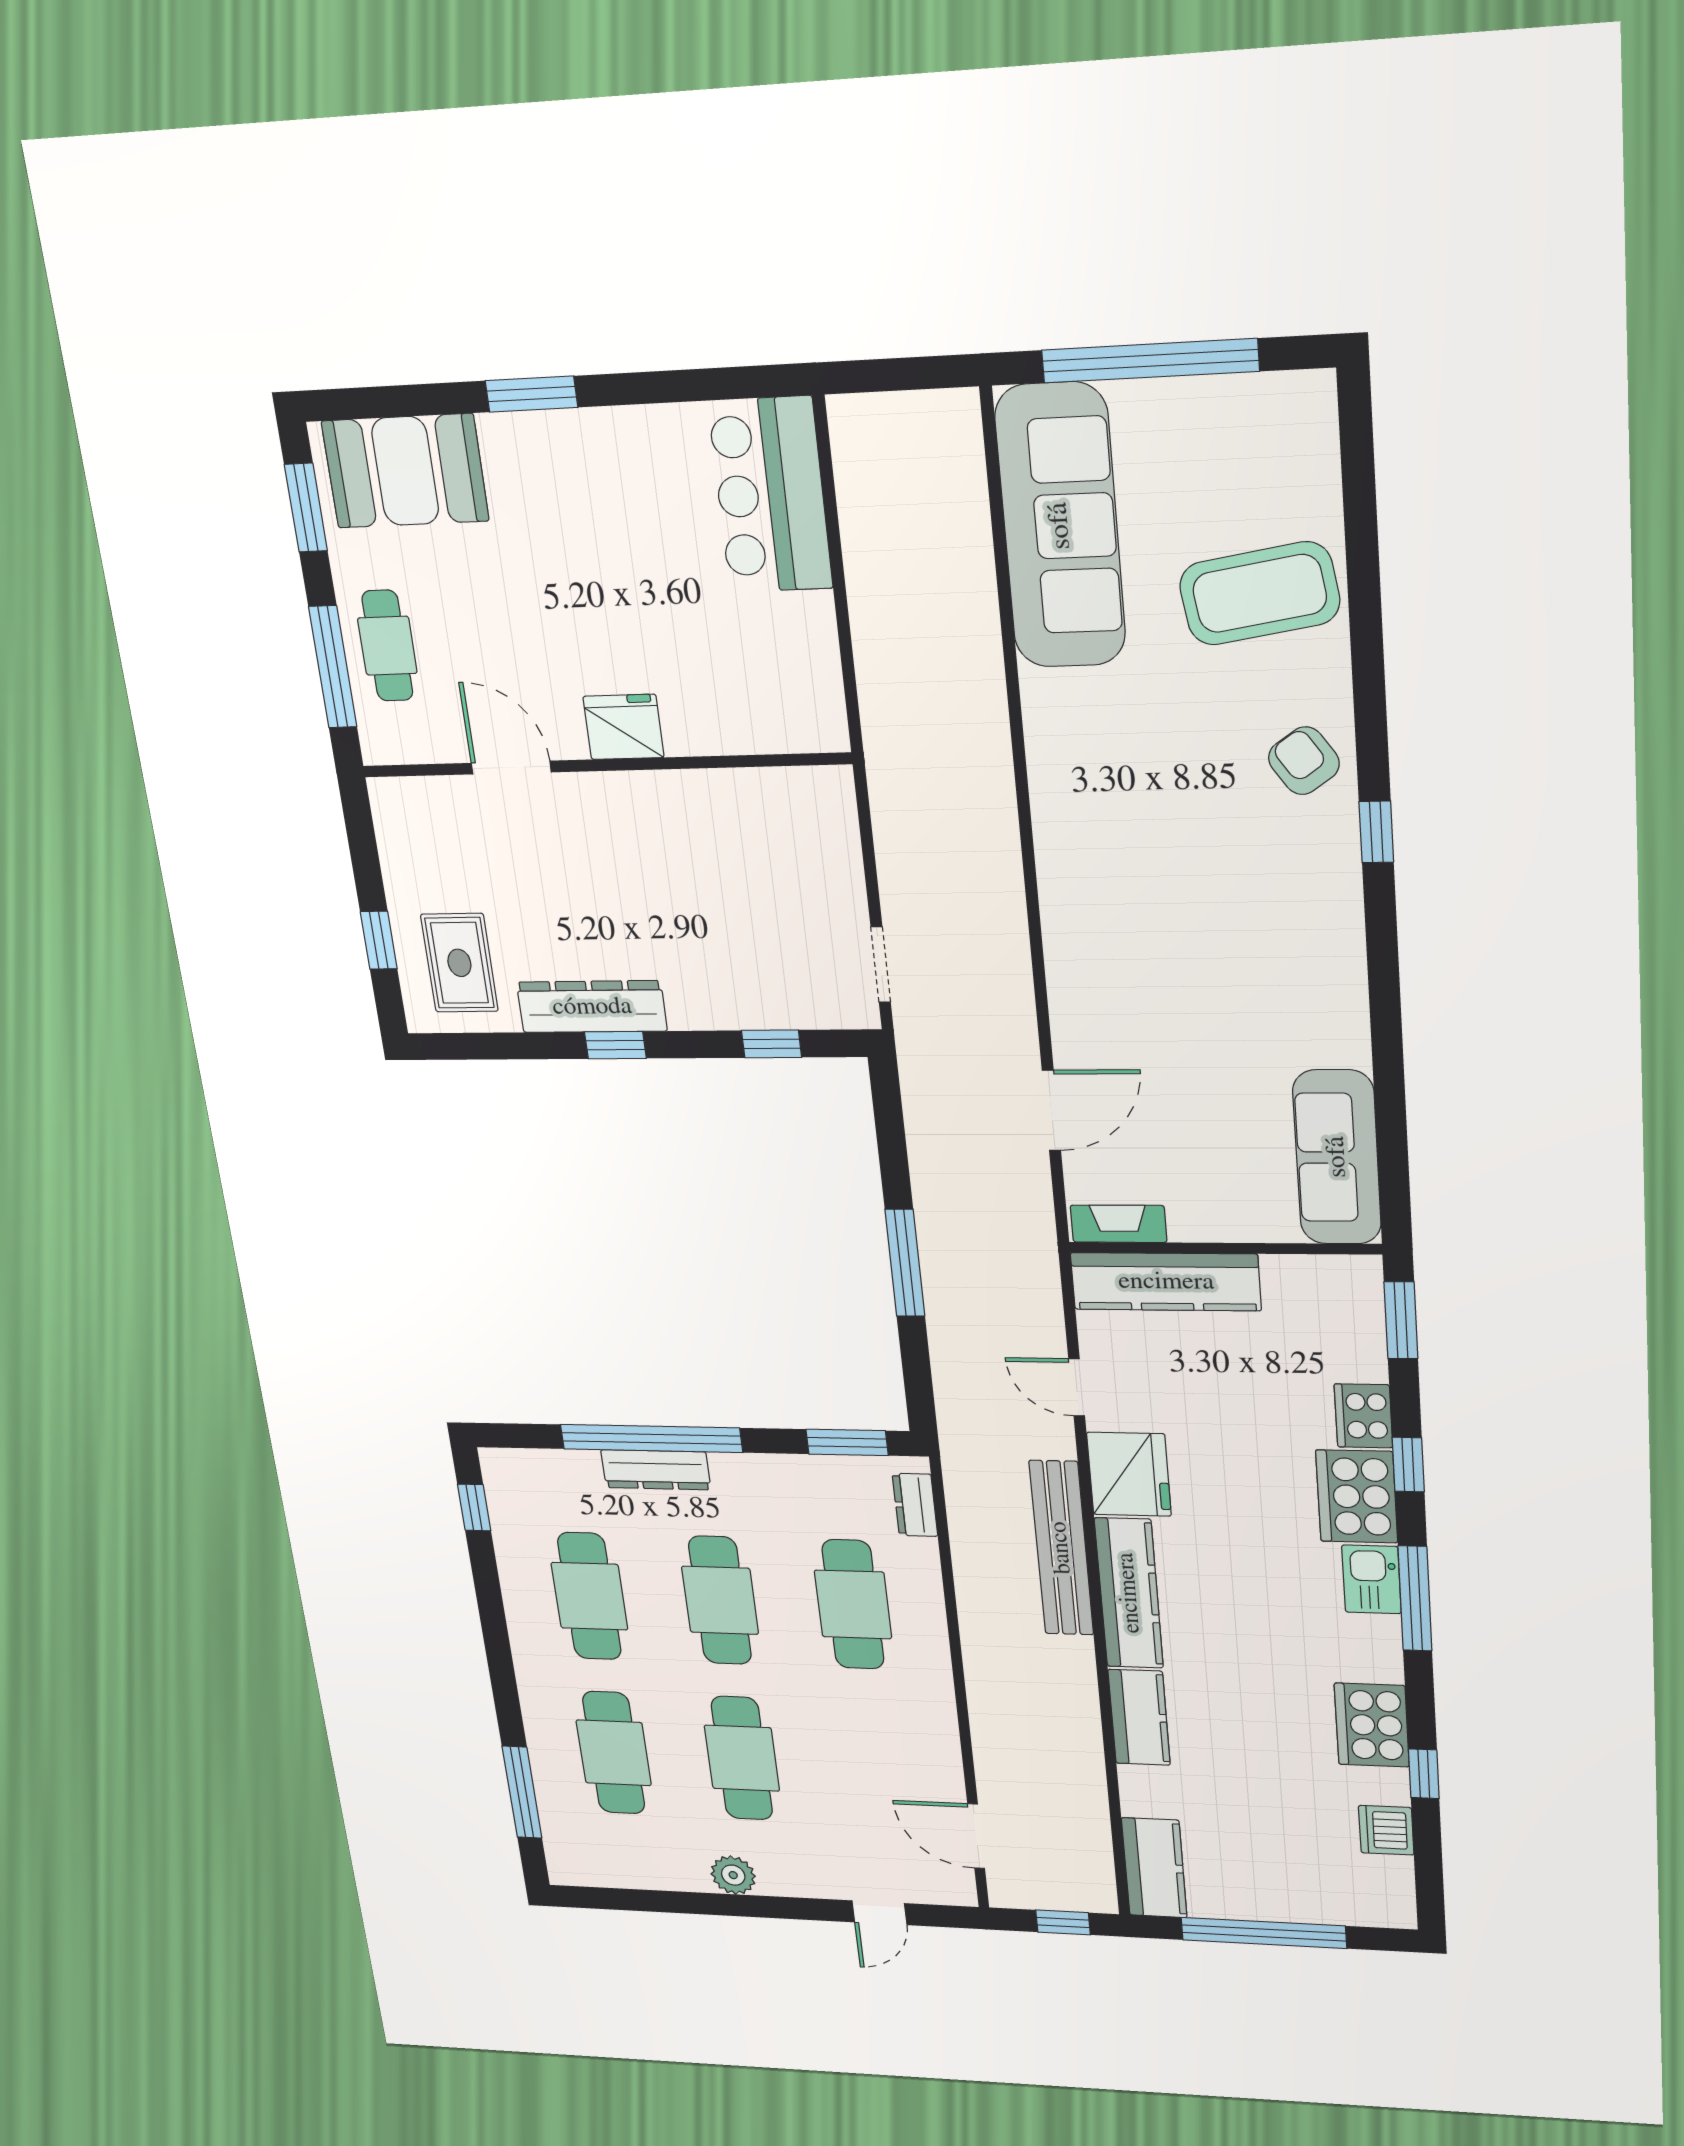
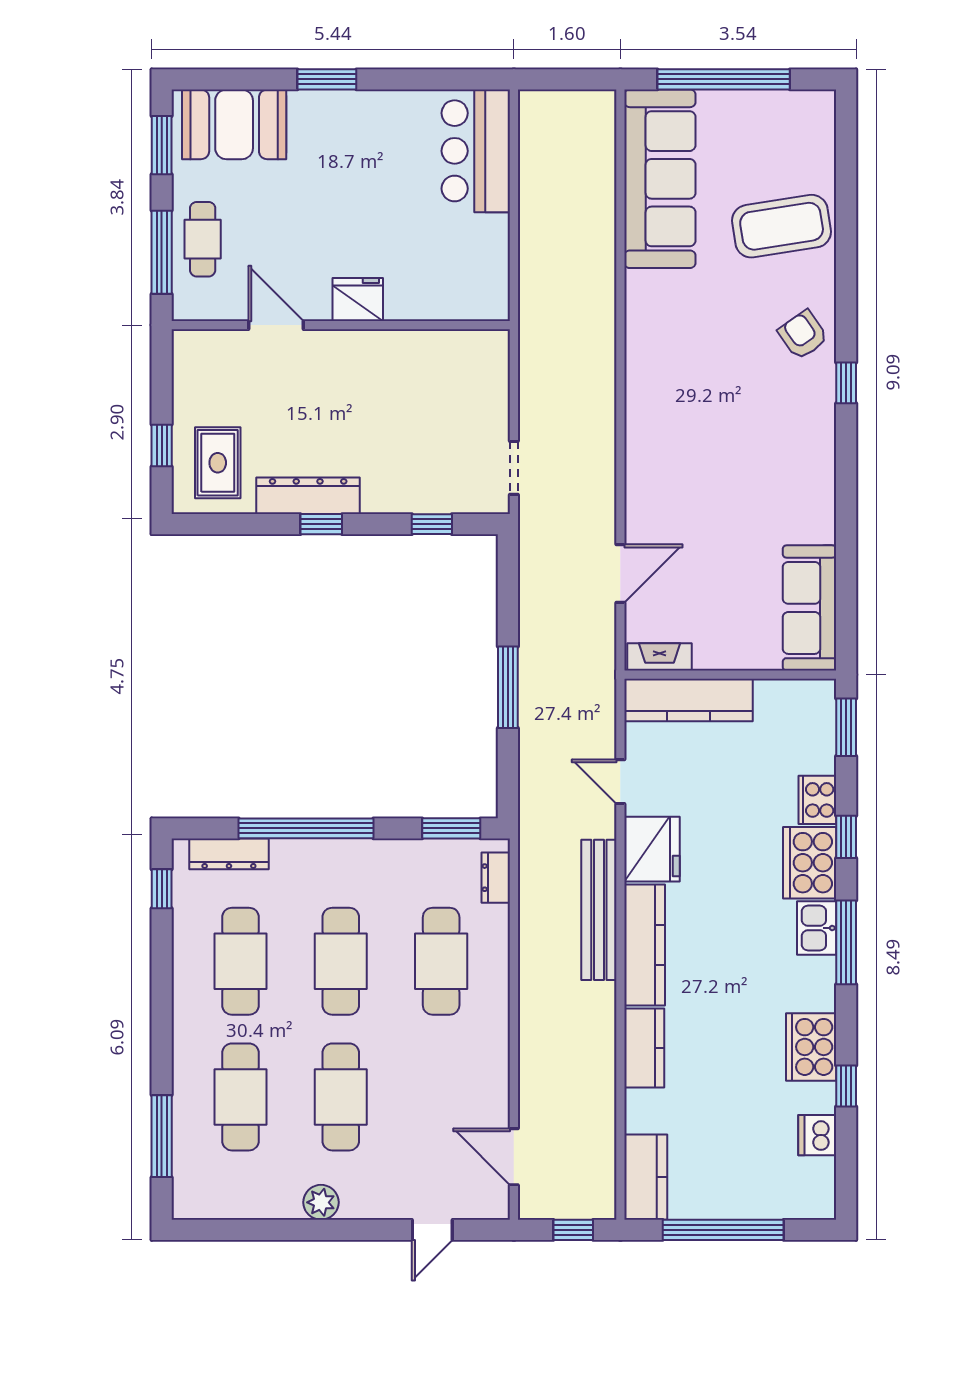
dresser: (656, 1470) -> (229, 854), moved

